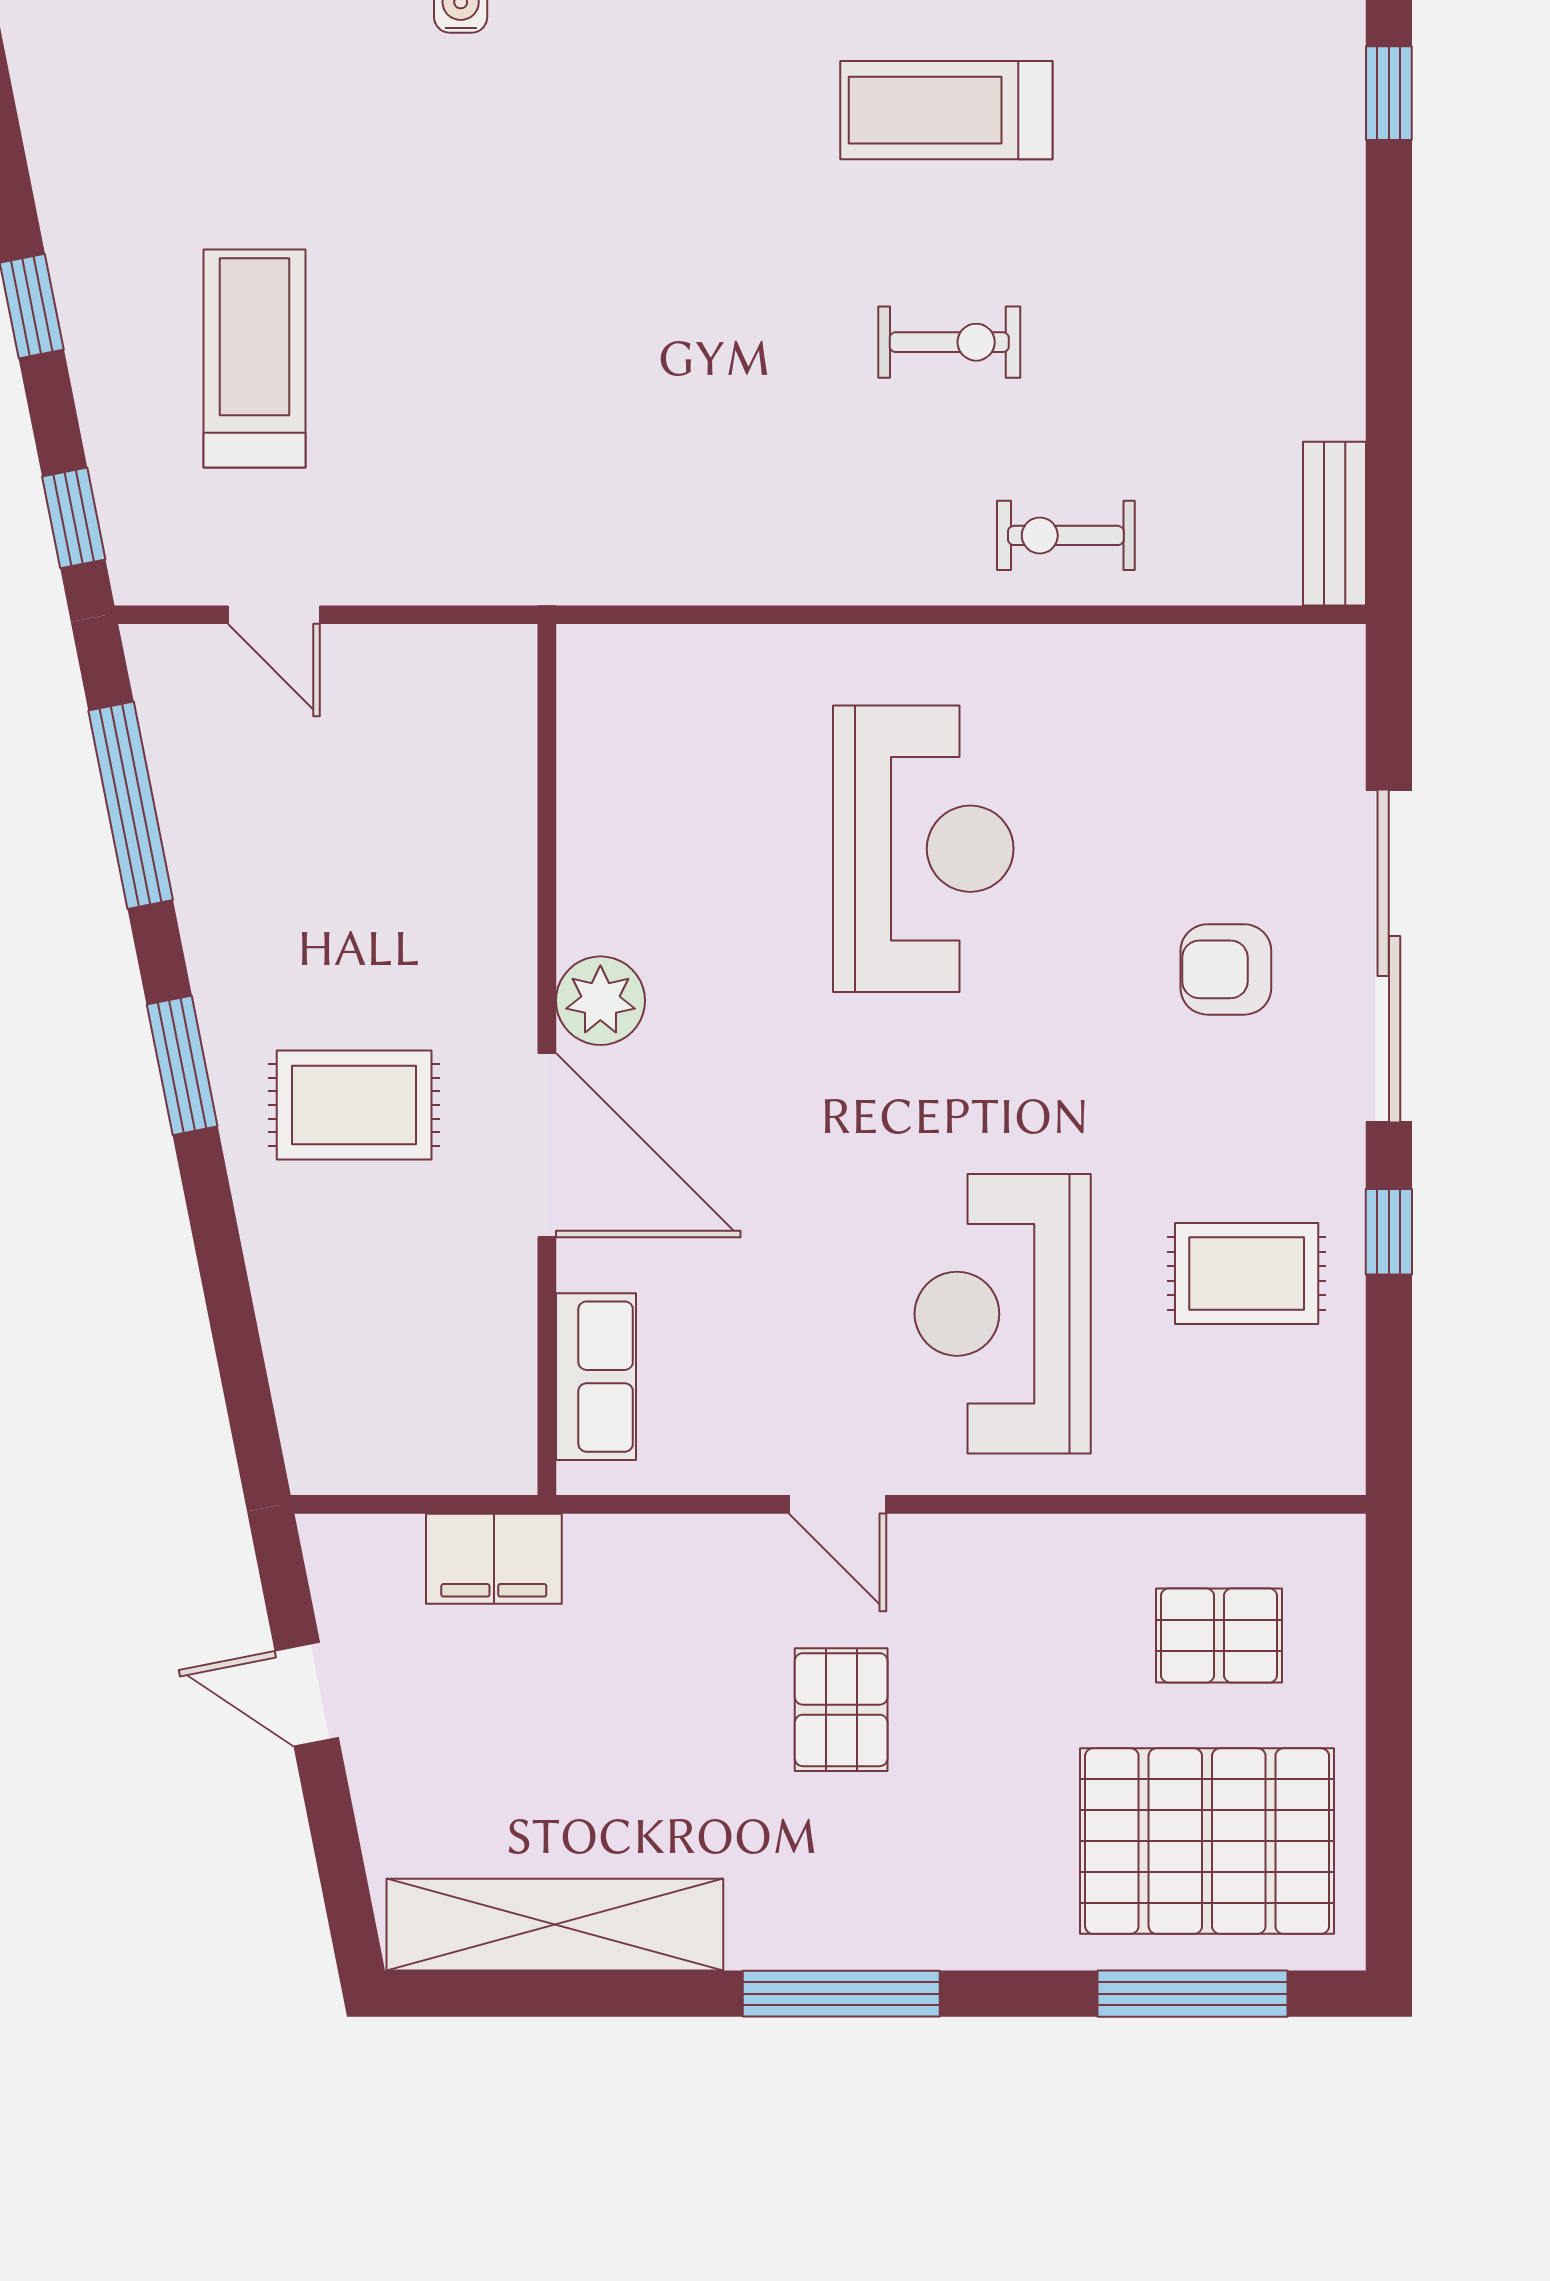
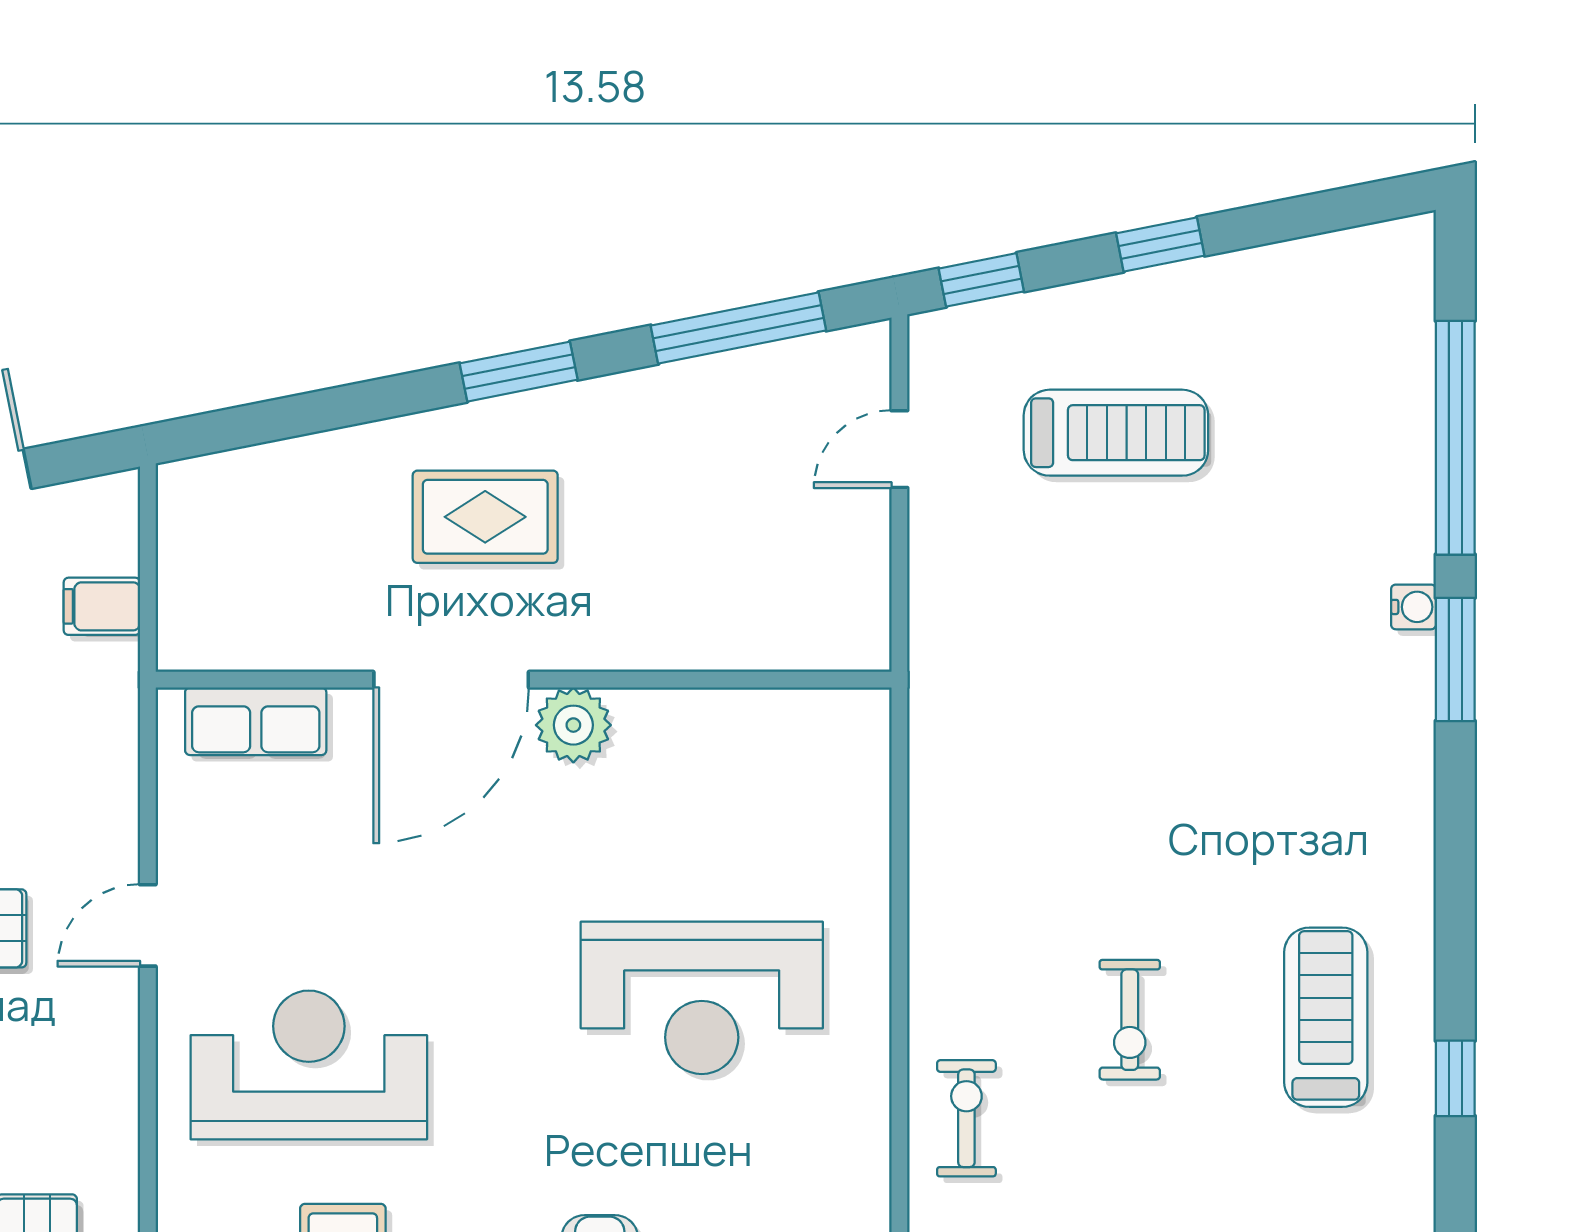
rug: (354, 1105) -> (485, 517), turned 90
filing cabinet: (494, 1559) -> (102, 606), width x0.50

